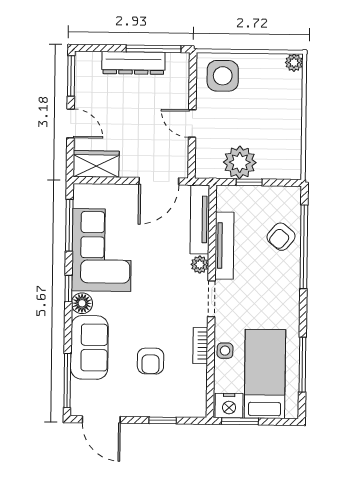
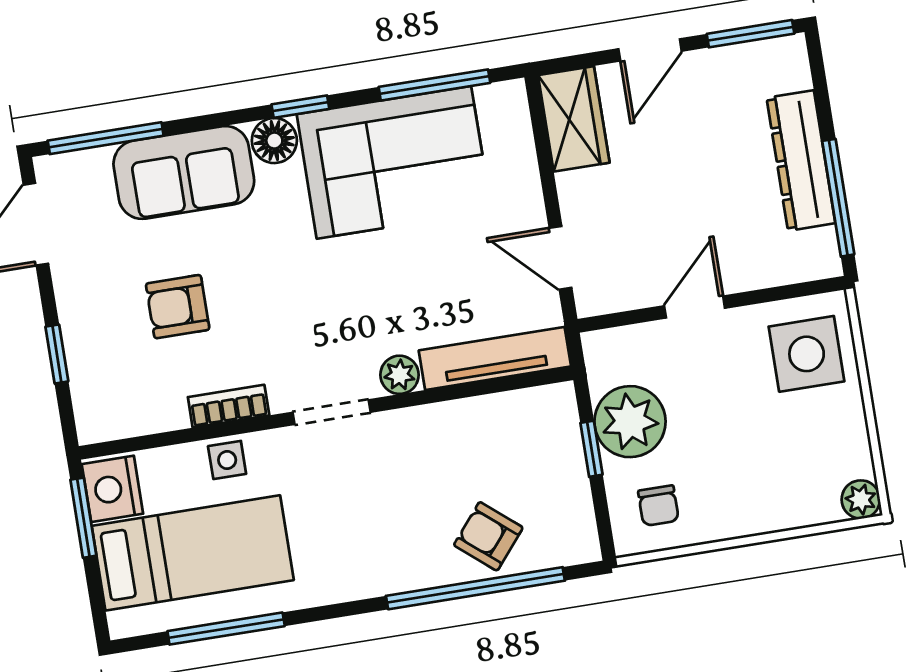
chair: (281, 156) -> (658, 506), added
door: (159, 181) -> (561, 258), width x0.73
tv unit: (224, 246) -> (449, 420), removed

